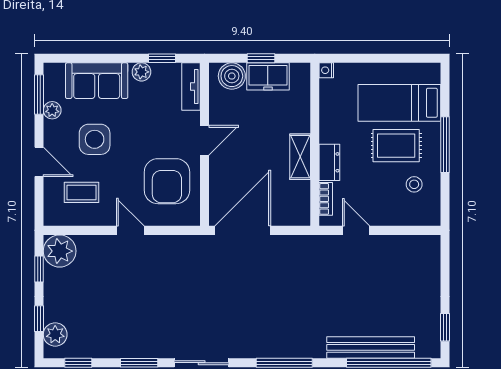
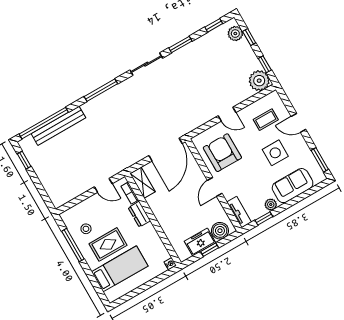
plant: (52, 110) -> (308, 155), removed
window: (445, 145) -> (73, 245), moved
shelving: (300, 157) -> (143, 183), moved

